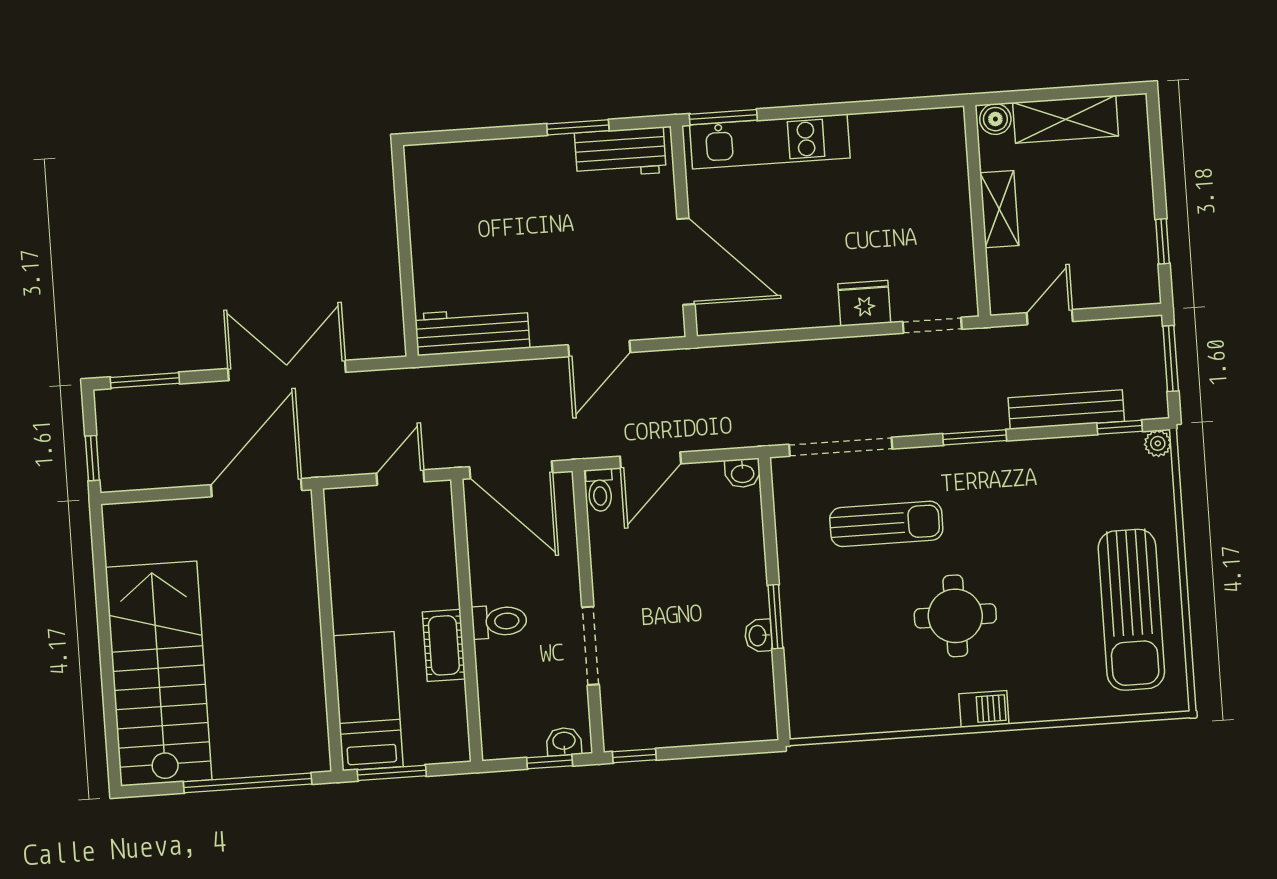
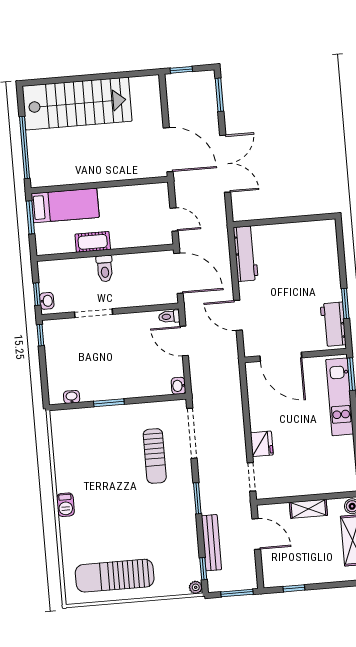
door: (686, 262) -> (281, 357), hinge flipped
door: (1050, 317) -> (256, 534), width x1.38
door: (511, 470) -> (178, 273), swing flipped
round table: (955, 616) -> (110, 490), removed
washbasin: (758, 636) -> (72, 397), moved

